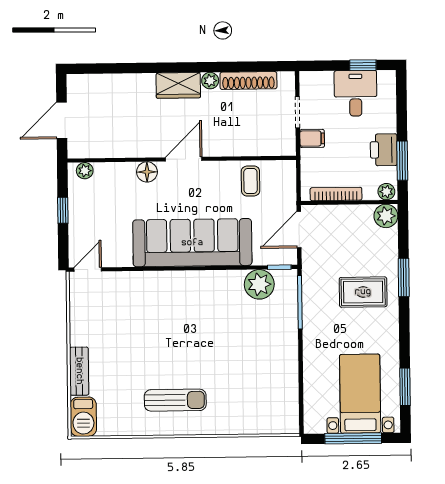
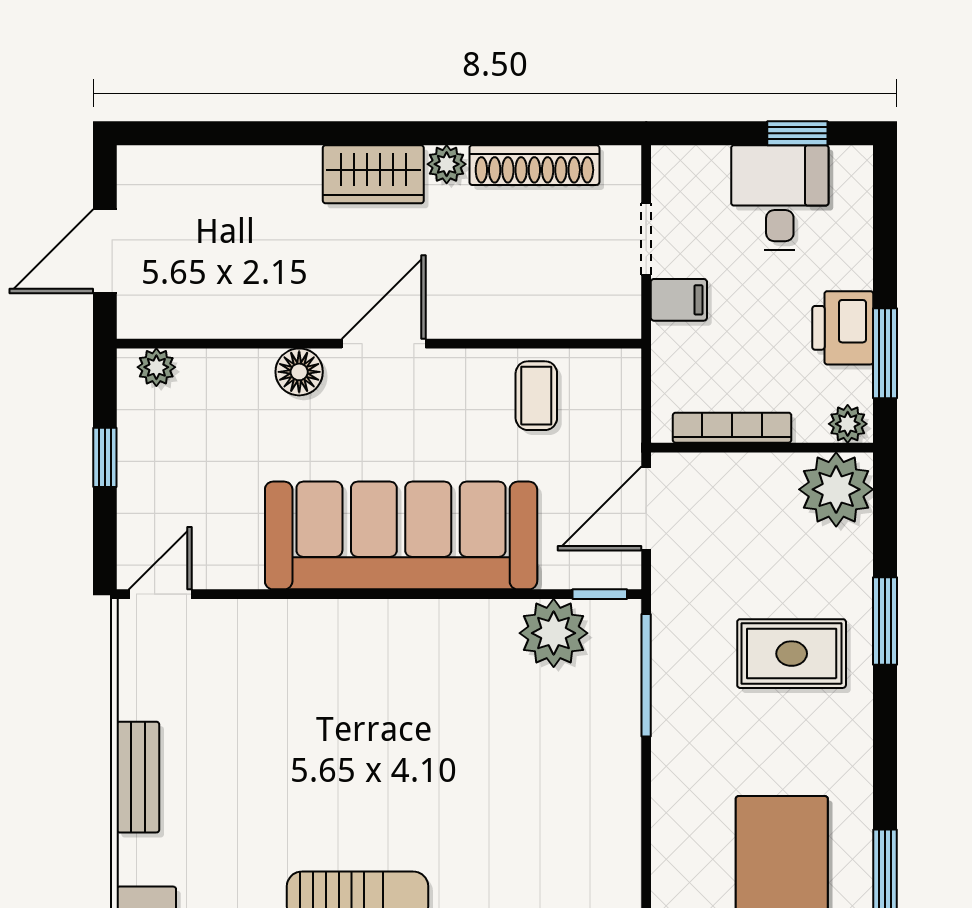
plant: (386, 216) -> (836, 489), width x1.36, depth x1.36
bench: (79, 371) -> (138, 777), moved

